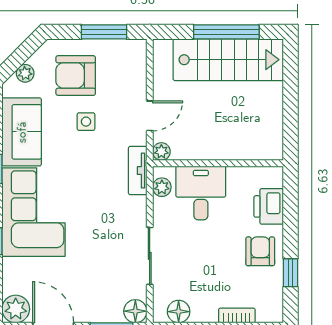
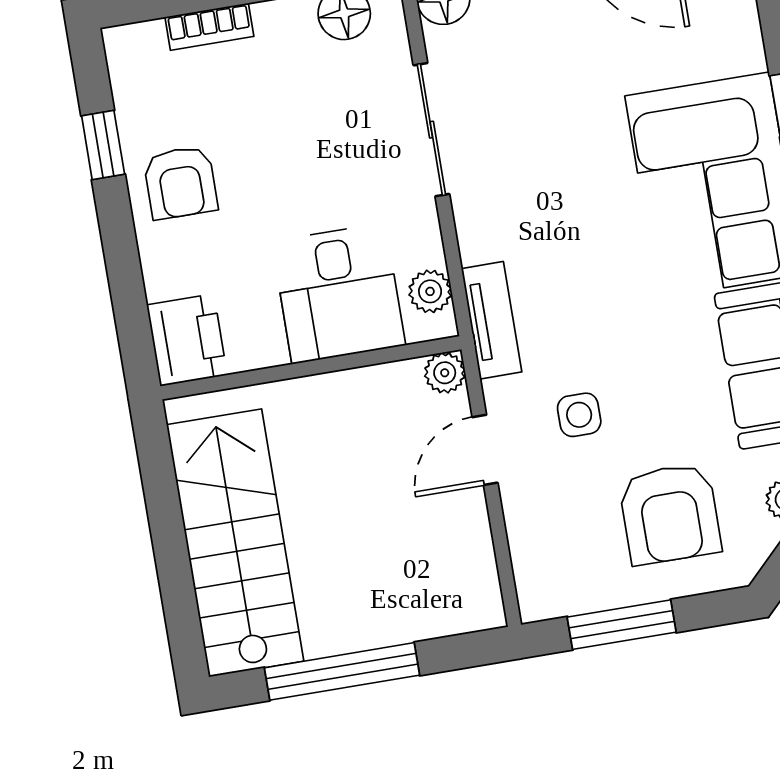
stairs: (228, 60) -> (235, 543), moved, turned 90
armchair: (76, 76) -> (670, 514), turned 90
side table: (86, 122) -> (579, 415), moved
printer: (269, 206) -> (187, 340), moved

